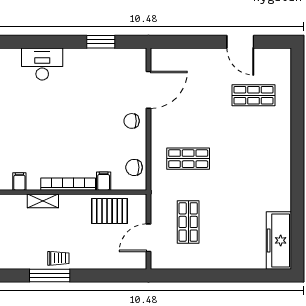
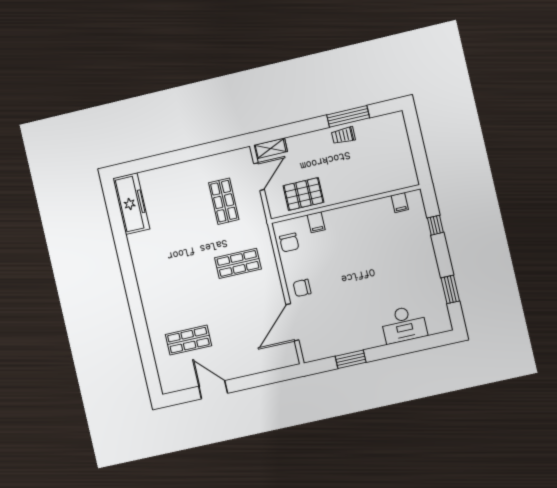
chair: (132, 121) -> (302, 288), turned 180
chair: (134, 167) -> (289, 243), turned 90
bookcase: (68, 184) -> (351, 211), removed
shelving: (43, 201) -> (271, 148), moved

